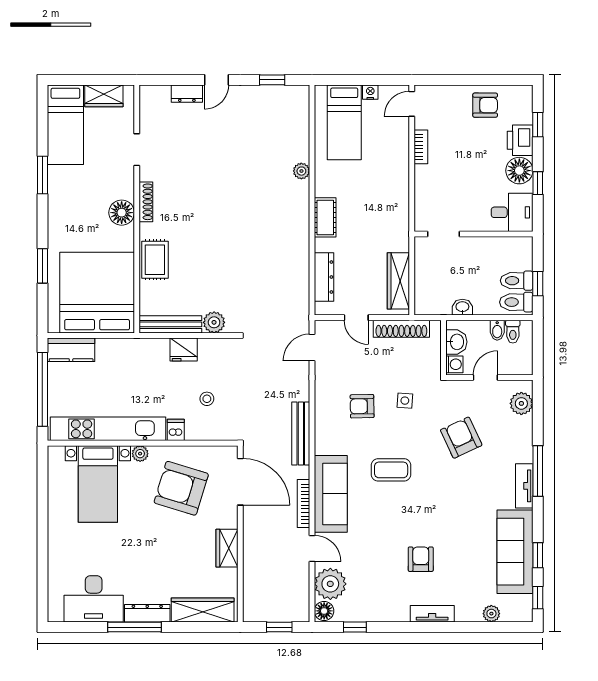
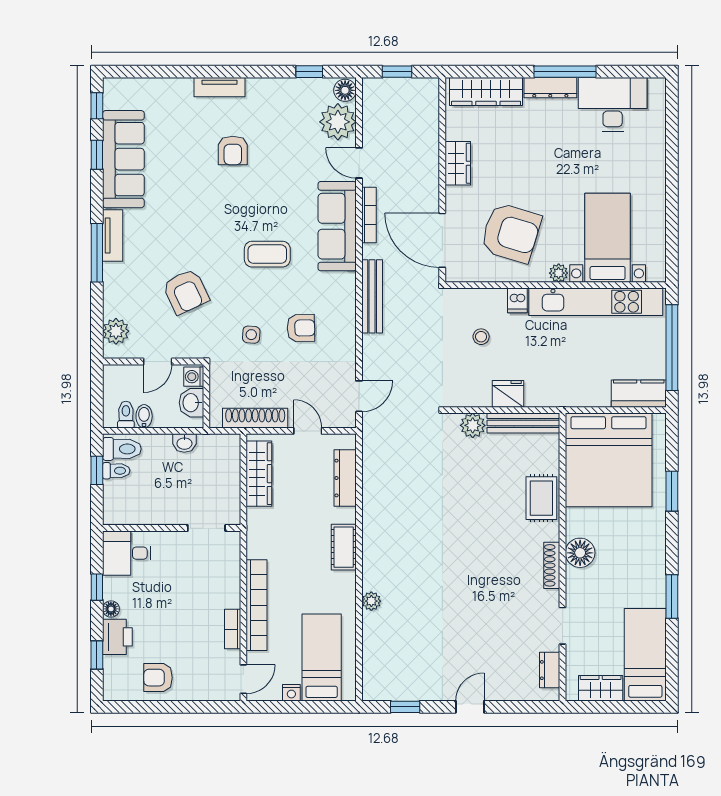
dresser: (187, 94) -> (550, 670), moved, turned -90
bookcase: (400, 168) -> (256, 605), added
floor lamp: (519, 171) -> (111, 609), width x0.53, depth x0.53
toilet: (517, 281) -> (116, 471), width x0.73, depth x0.72
plant: (491, 614) -> (151, 87), removed

